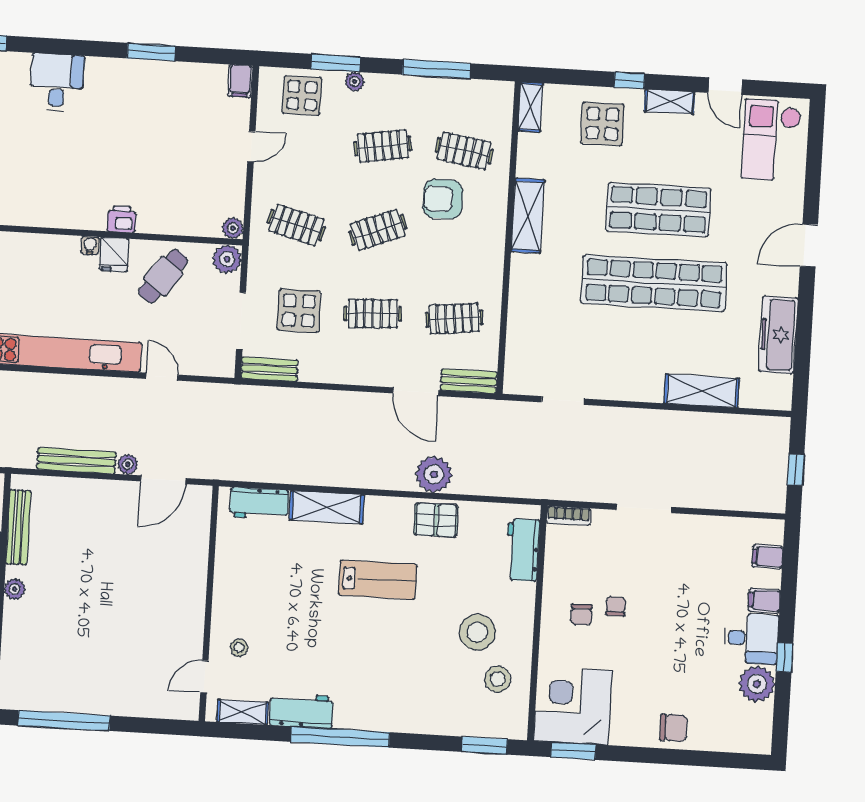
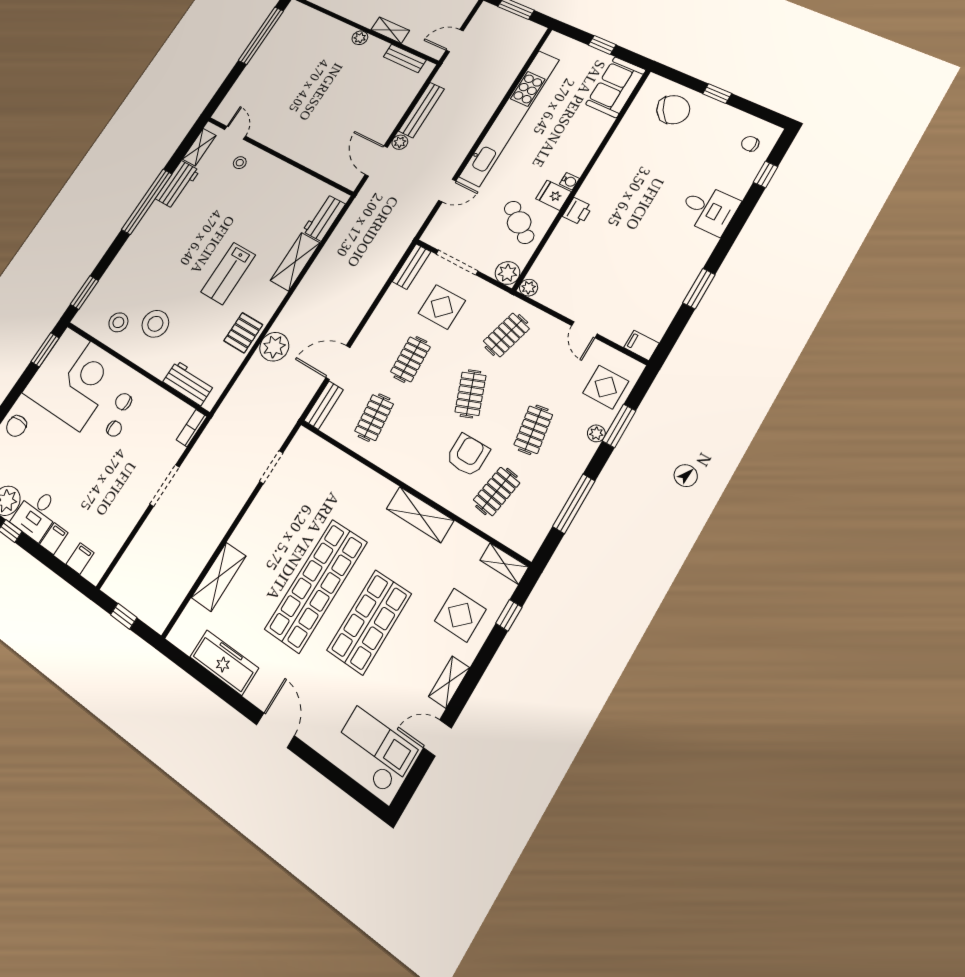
window: (629, 80) -> (509, 615), moved
bench: (18, 527) -> (405, 58), width x0.73
corner desk: (573, 706) -> (73, 378), width x1.36, depth x1.36

